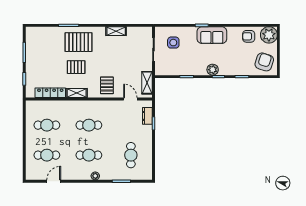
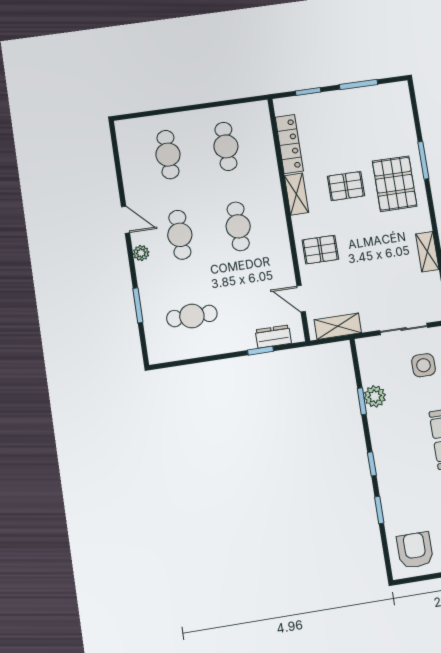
armchair: (264, 62) -> (415, 550), turned -108
pallet: (76, 67) -> (346, 186), turned 90
plant: (213, 70) -> (375, 396), moved
door: (130, 99) -> (301, 299), swing flipped
door: (54, 181) -> (126, 220), moved

